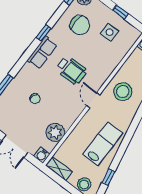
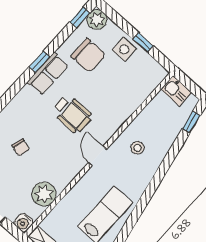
side table: (109, 32) -> (124, 49), moved
row of seats: (42, 53) -> (48, 74), moved
stool: (123, 92) -> (137, 148), width x0.53, depth x0.53

